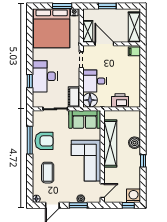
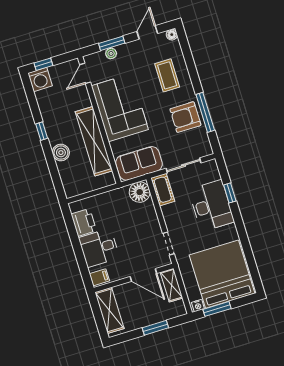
desk: (95, 81) -> (99, 248), moved, turned 180
printer: (120, 100) -> (84, 222), moved, turned -90

